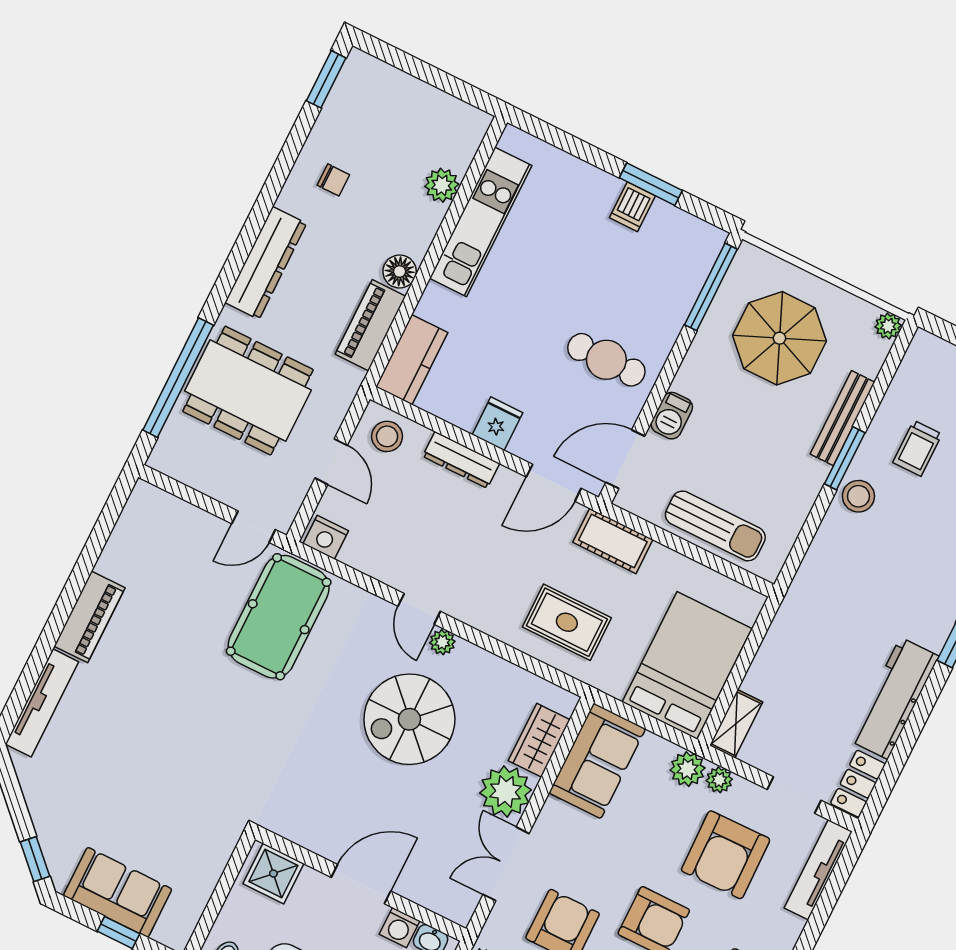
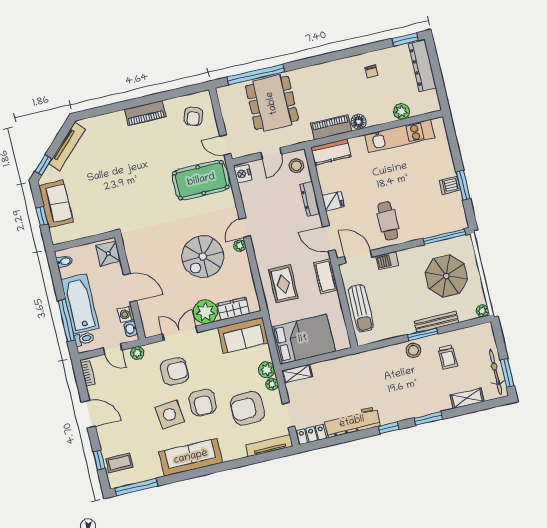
dresser: (266, 263) -> (422, 66), moved, turned 90
trolley: (917, 448) -> (448, 357), turned -90
armchair: (161, 541) -> (193, 116), added
tv unit: (42, 703) -> (67, 147), moved, turned -45
spiral stairs: (409, 719) -> (203, 257), turned -90

